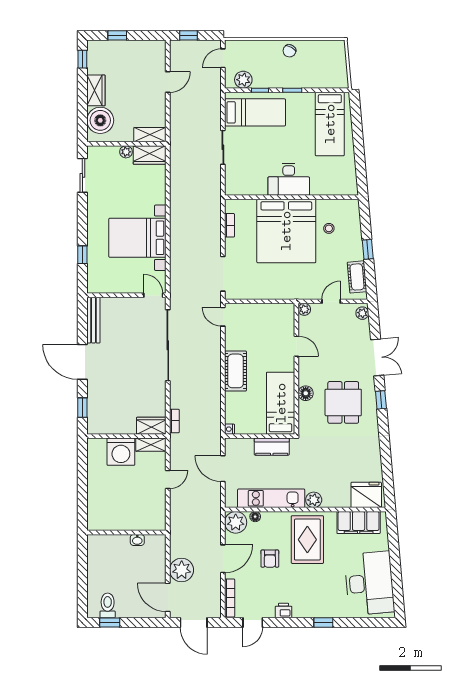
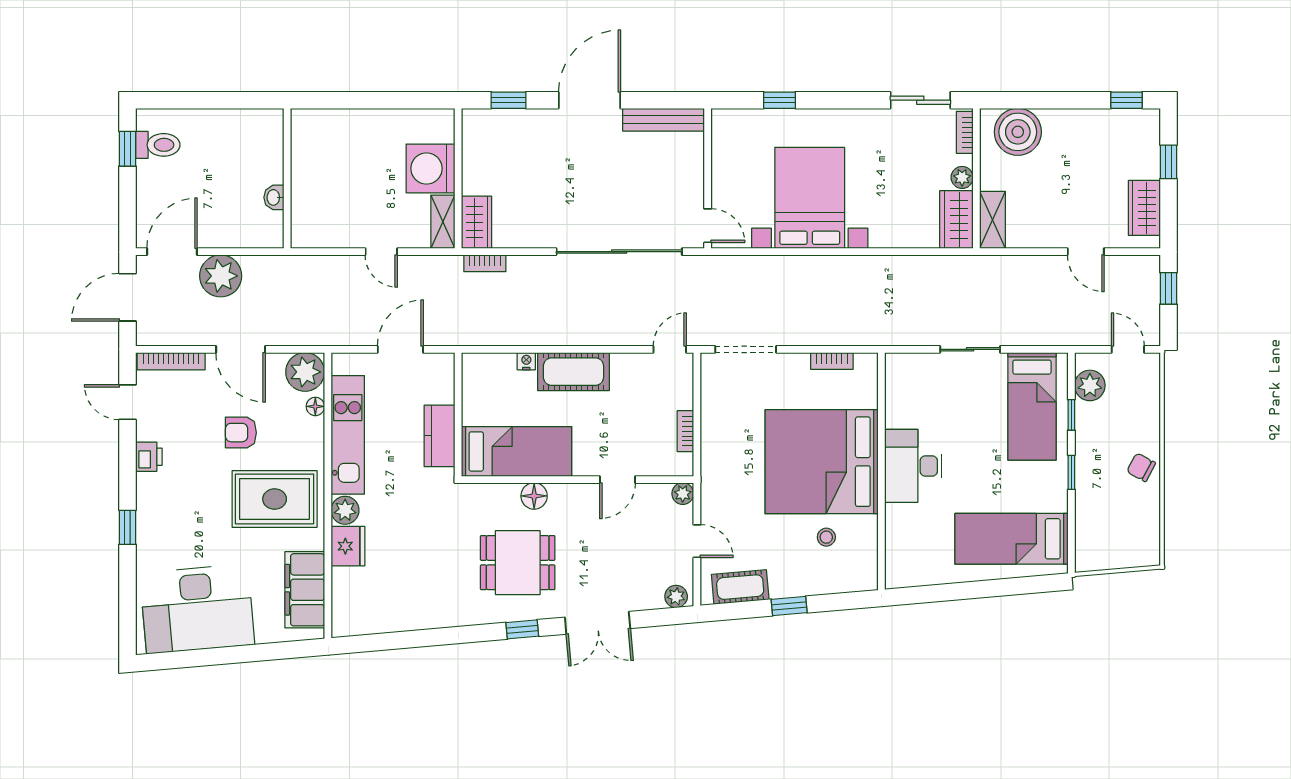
wardrobe: (96, 90) -> (1144, 208), moved, turned 90
bookcase: (101, 150) -> (965, 132), added
door: (153, 295) -> (708, 226), hinge flipped
bookcase: (269, 308) -> (685, 431), added
nightstand: (230, 429) -> (526, 361), moved
fridge: (366, 495) -> (348, 546), moved, width x0.73, depth x0.75

